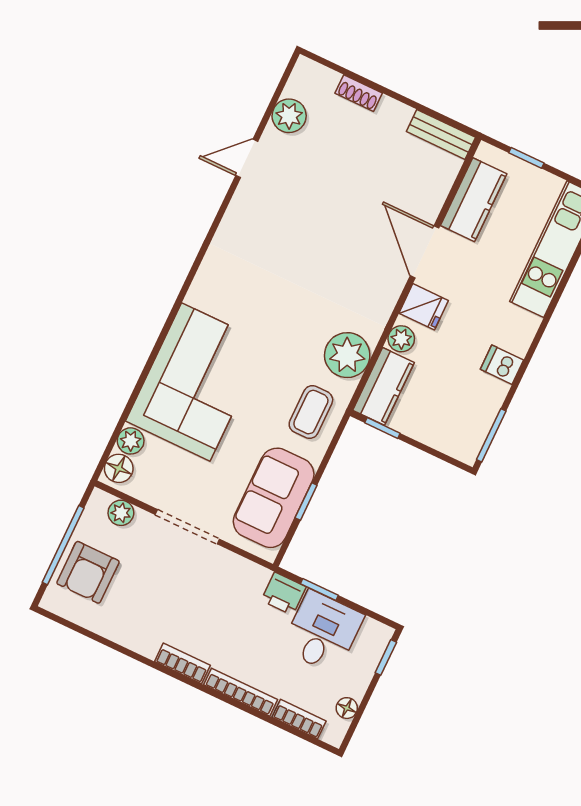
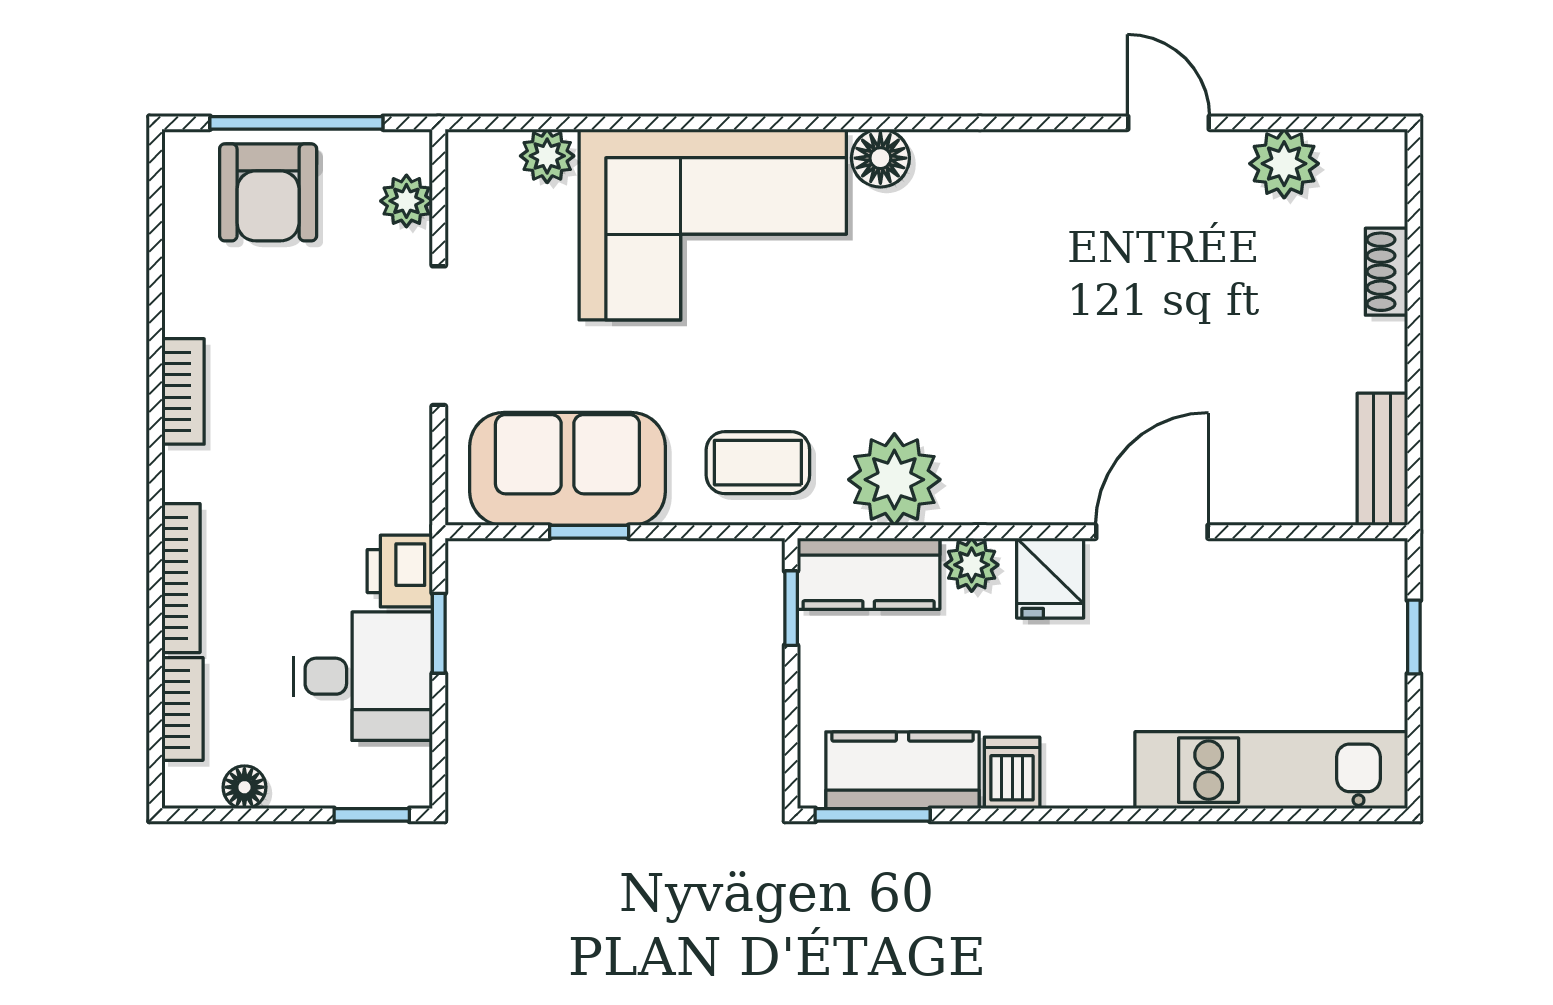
kitchen counter: (474, 200) -> (903, 770), moved, turned 180
floor lamp: (119, 468) -> (880, 158), moved
armchair: (88, 572) -> (268, 192), turned -90
bookcase: (182, 663) -> (183, 391), moved

